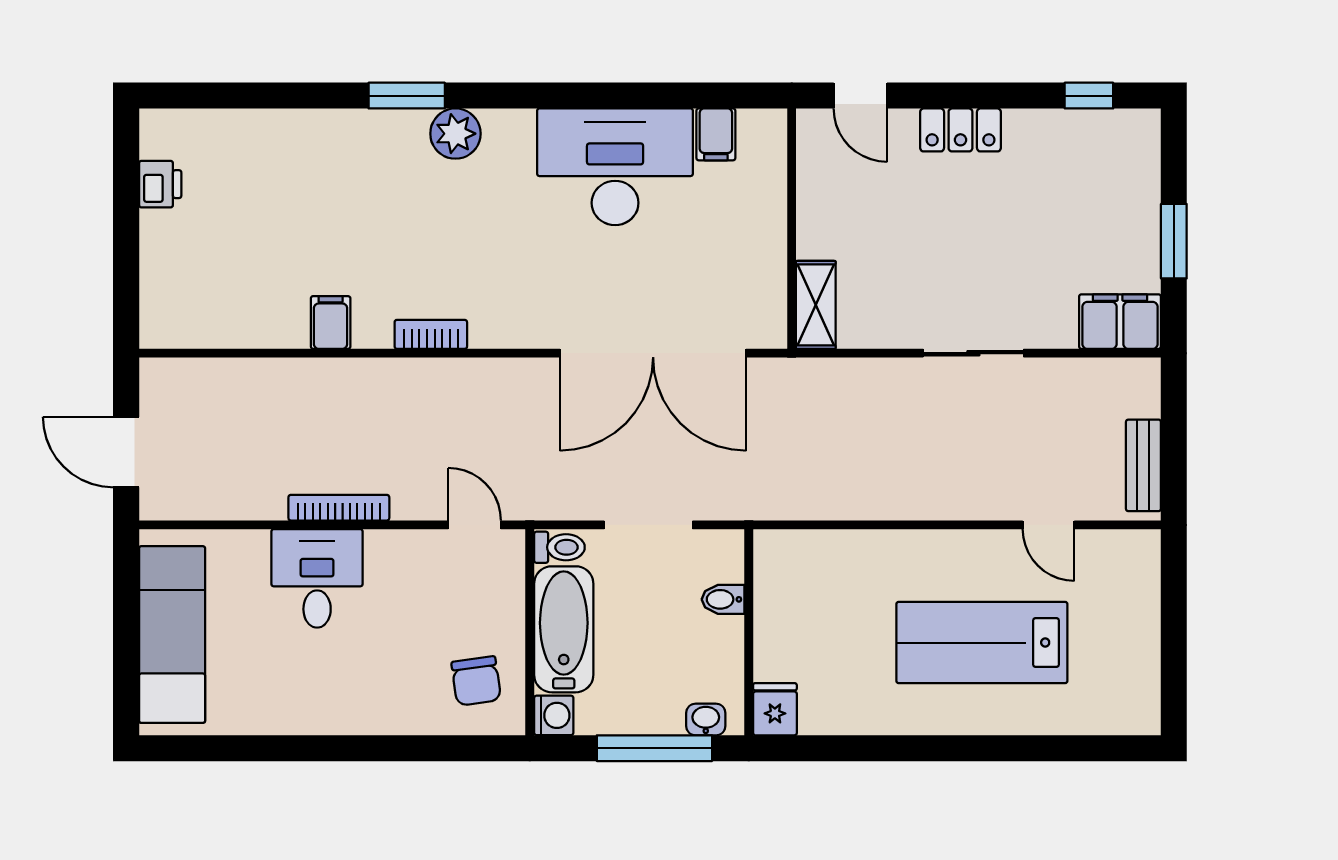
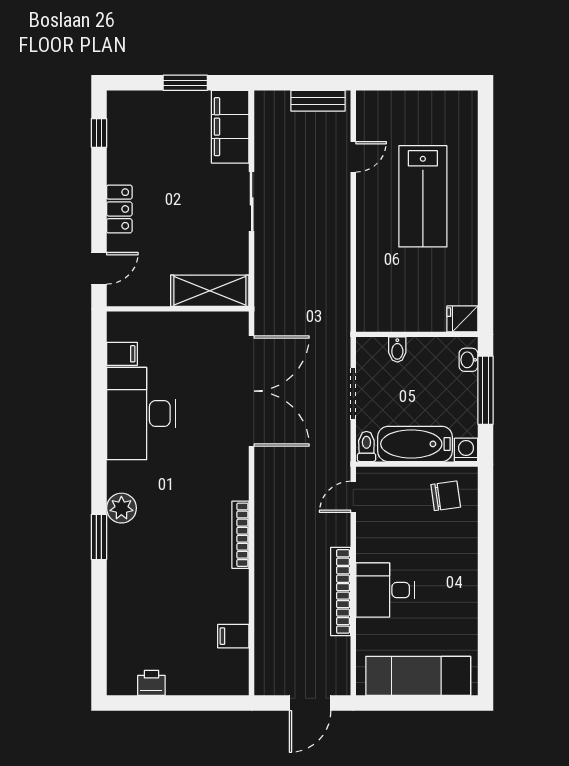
shelving: (816, 305) -> (210, 291), width x1.50, depth x1.33
filing cabinet: (331, 322) -> (233, 636), moved
filing cabinet: (1120, 322) -> (230, 127), width x1.50, depth x1.17
bookcase: (431, 334) -> (240, 535), width x1.56
bookcase: (339, 508) -> (341, 591), width x1.48, depth x1.31

